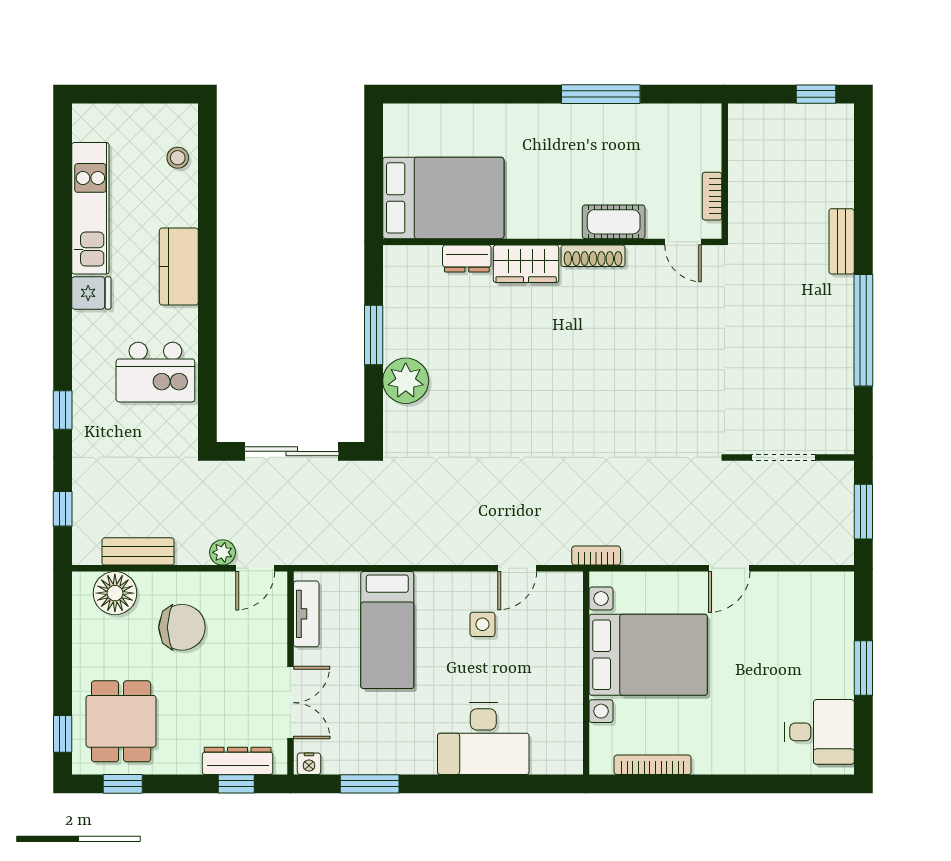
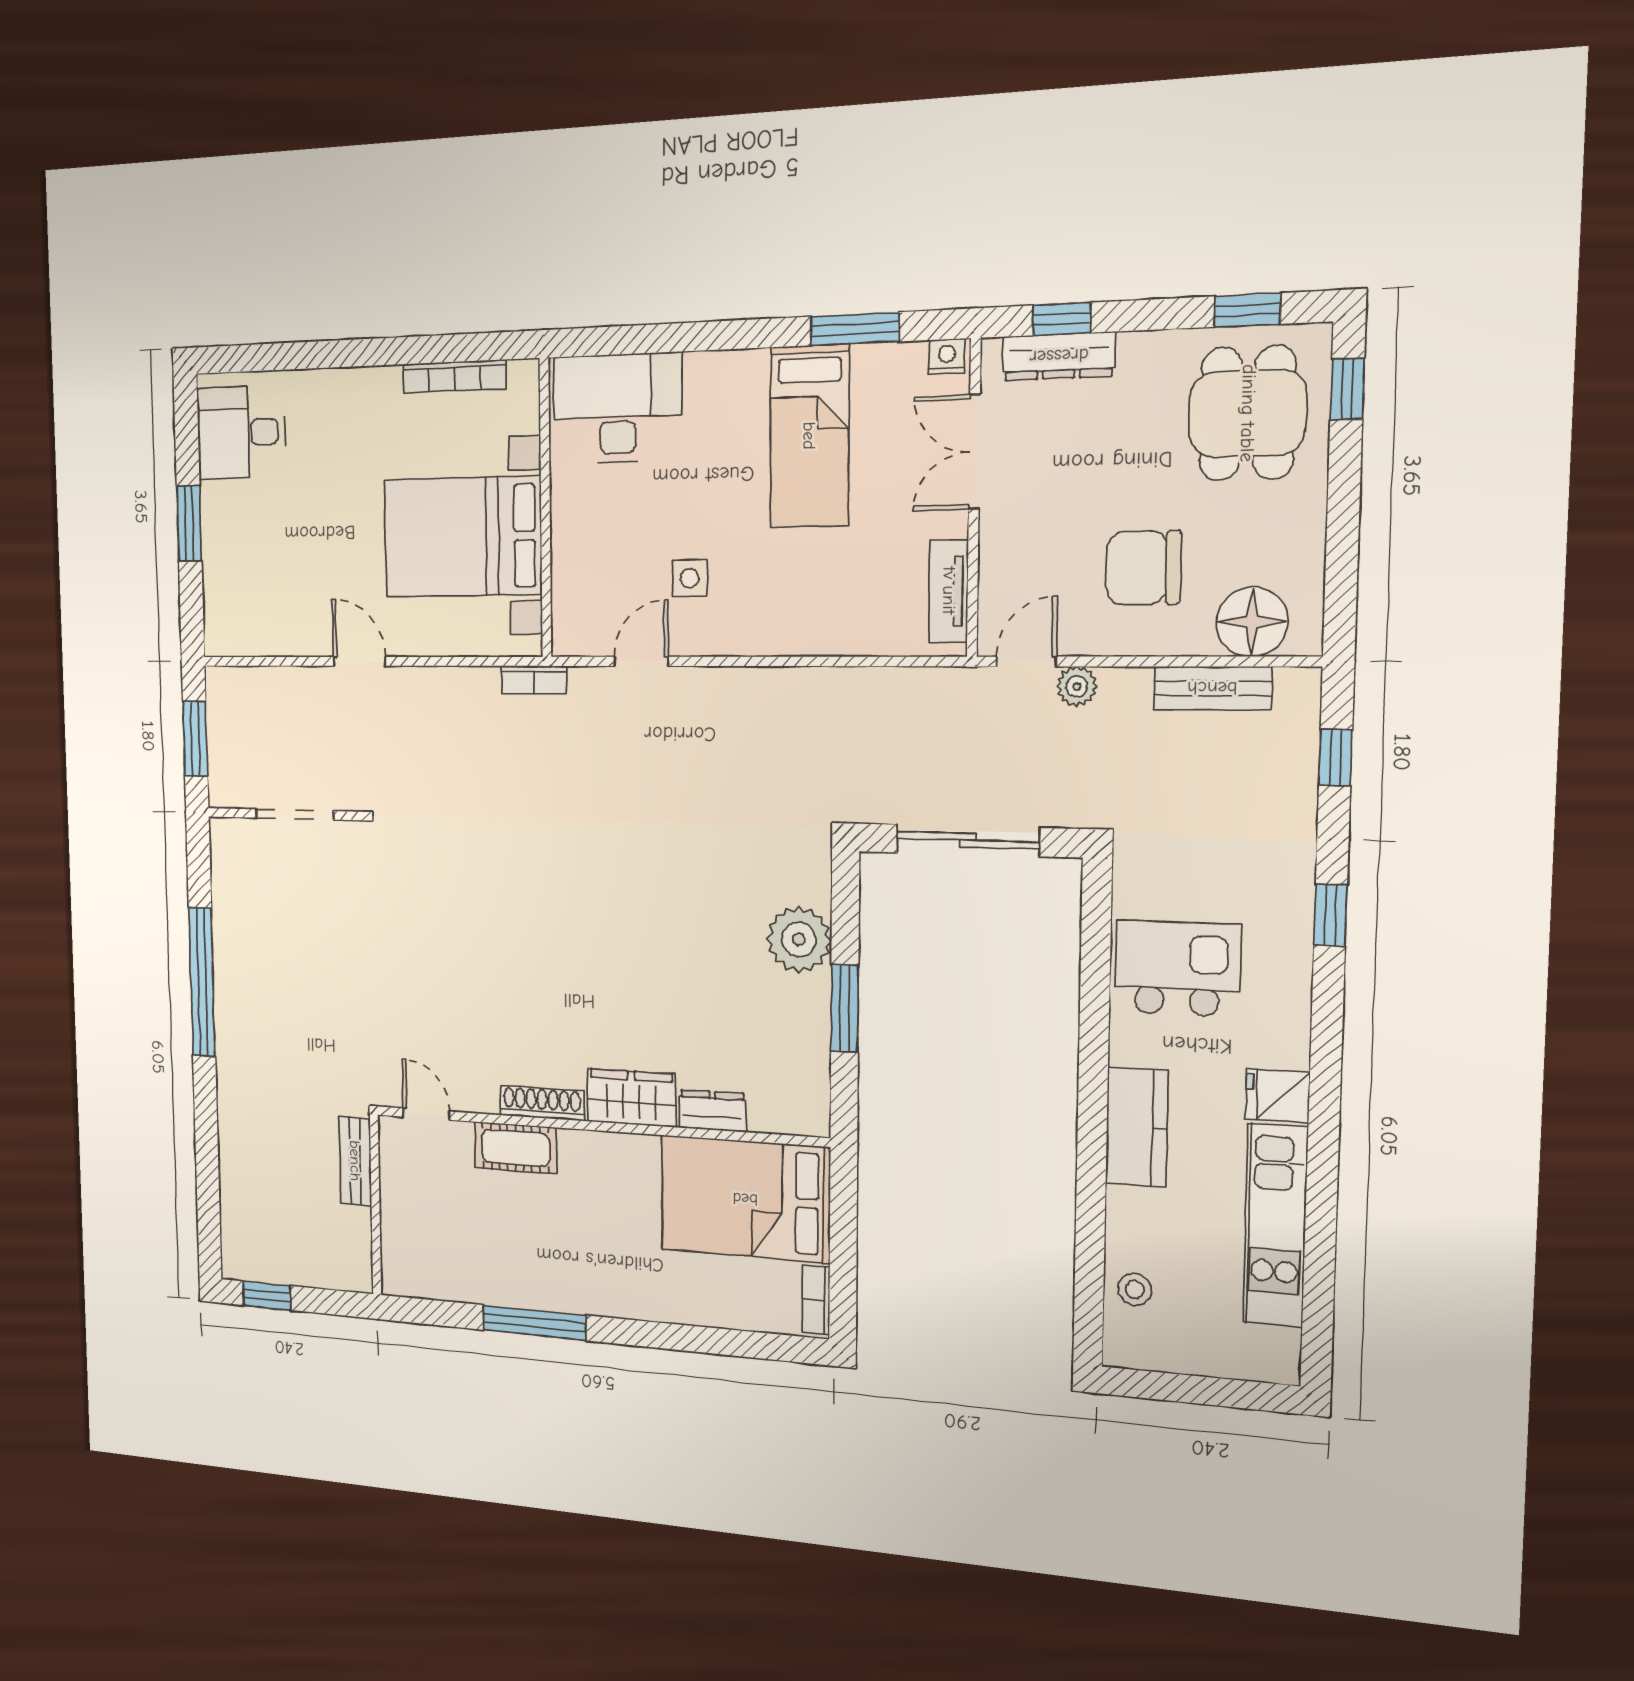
bookcase: (712, 196) -> (816, 1300), moved, turned 180
bench: (842, 241) -> (355, 1161), moved
door: (729, 568) -> (359, 661), hinge flipped
bed: (387, 630) -> (809, 436), moved, turned 180
desk: (483, 739) -> (618, 408), moved

